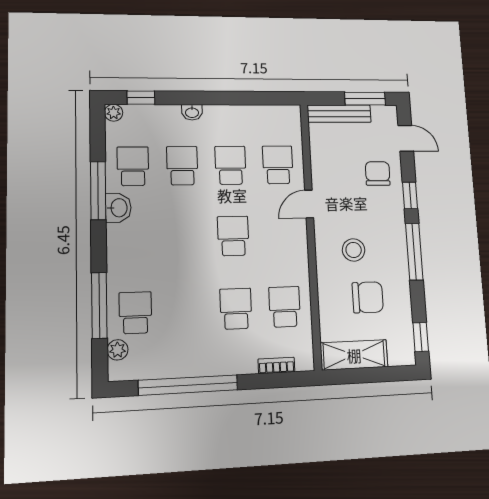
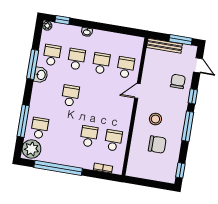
school desk: (233, 236) -> (70, 96), moved
plant: (118, 350) -> (31, 149), width x1.87, depth x1.87
shelving: (354, 355) -> (143, 172), removed

